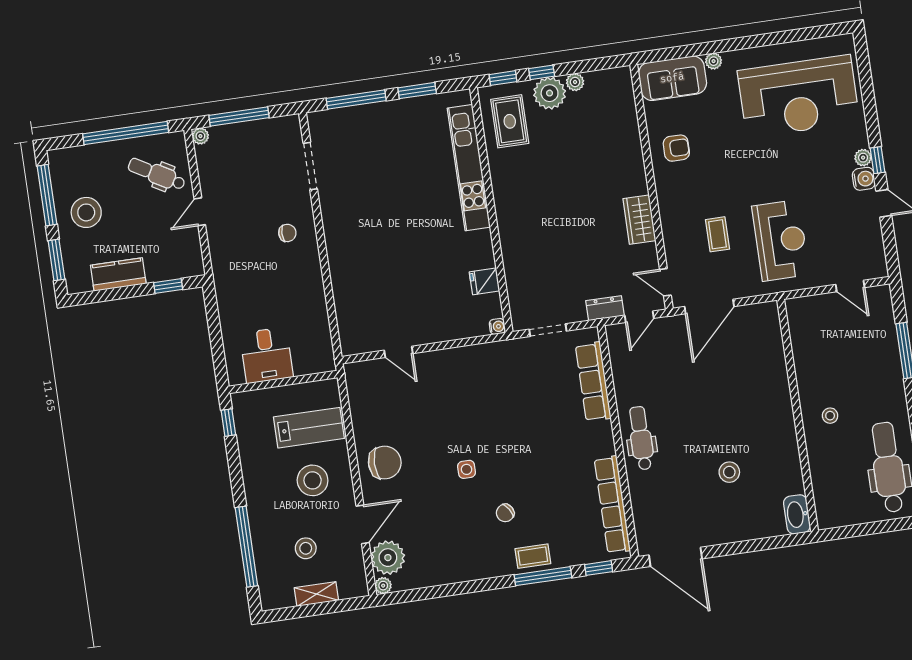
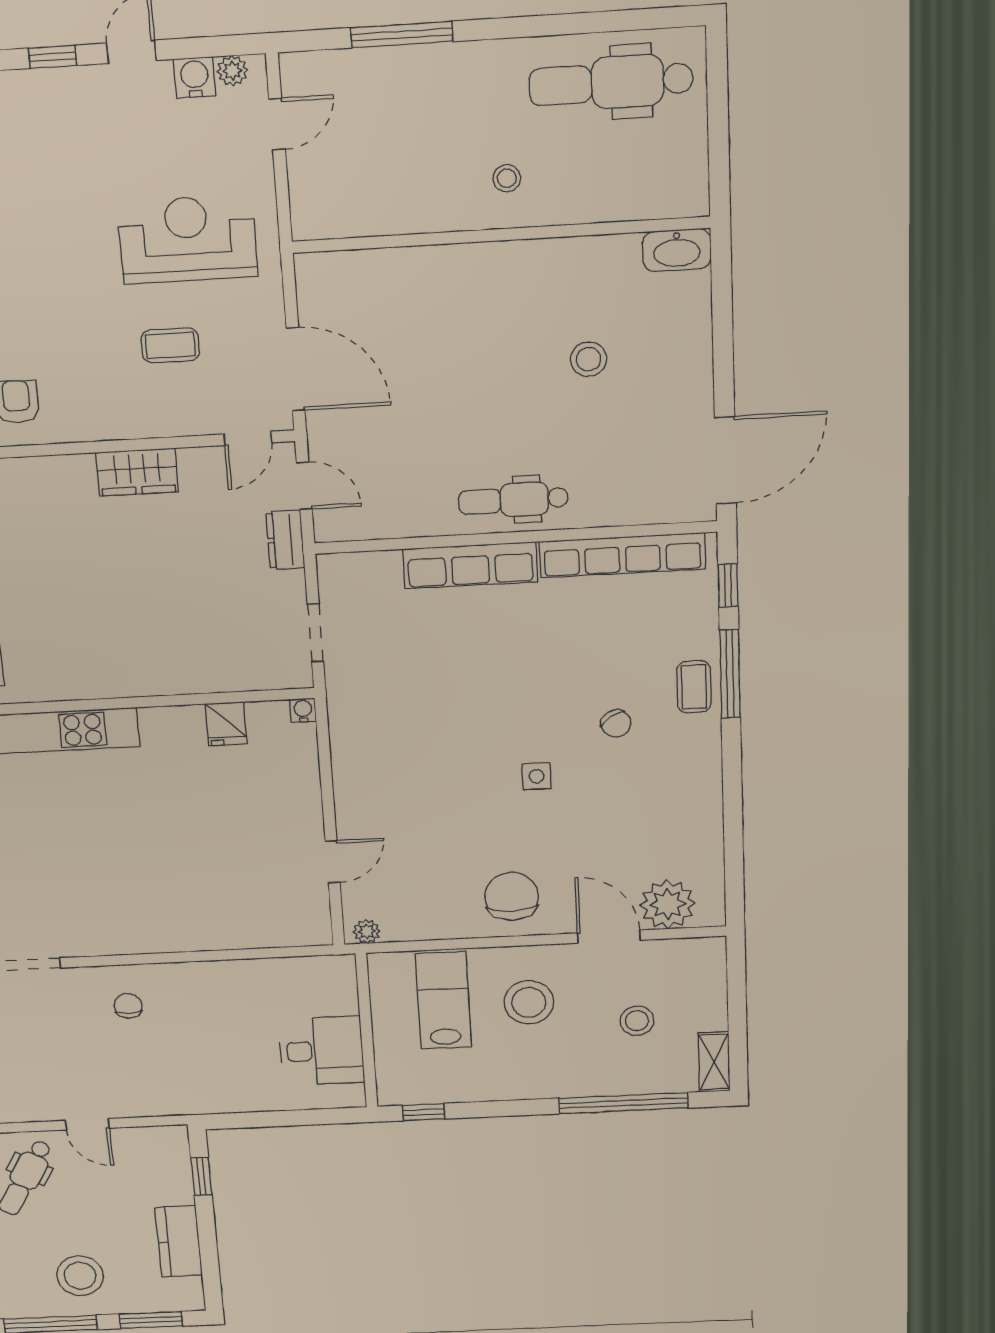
plant: (863, 158) -> (232, 71), moved
water cooler: (864, 179) -> (195, 77), moved
row of seats: (593, 382) -> (470, 565), moved
plant: (383, 586) -> (367, 931), moved
shelving: (316, 594) -> (714, 1062), moved

